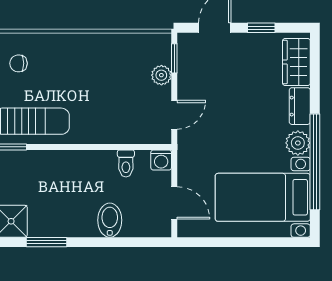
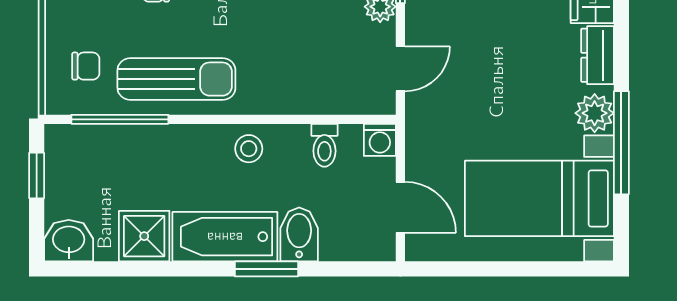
window: (315, 162) -> (621, 143), width x0.68
stool: (78, 166) -> (249, 149), added
bathtub: (63, 222) -> (225, 237), added
window: (47, 242) -> (266, 269), moved

